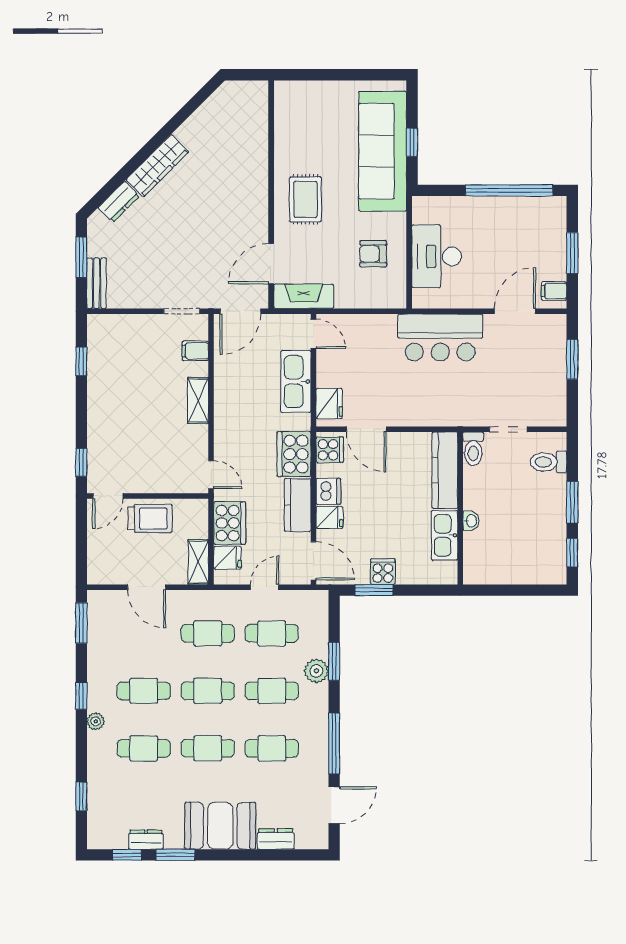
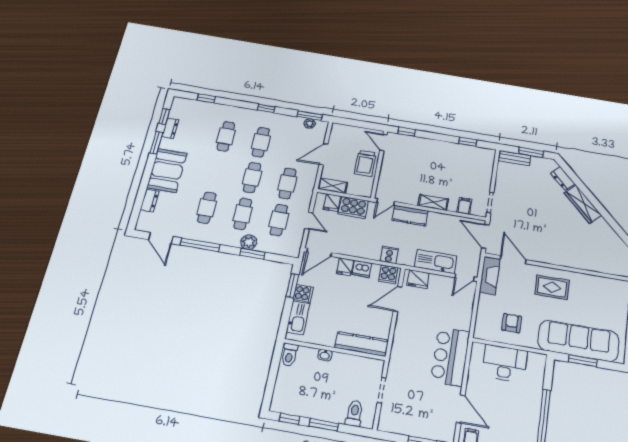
window: (412, 142) -> (583, 361), width x1.50
toilet: (473, 449) -> (289, 355), moved, turned -90
cooker: (294, 454) -> (389, 255), width x0.53, depth x0.76
kitchen counter: (297, 505) -> (410, 216), moved, turned 180
kitchen sink: (444, 535) -> (298, 318), moved, turned 90
plant: (96, 721) -> (310, 123), moved
cafe table: (208, 748) -> (216, 171), removed

